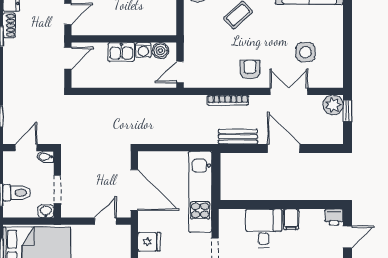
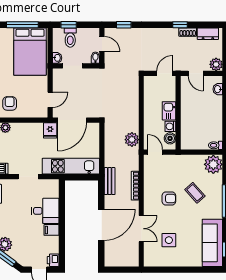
door: (68, 58) -> (165, 73), swing flipped
armchair: (250, 69) -> (169, 198), moved
plant: (333, 105) -> (132, 140), moved
window: (347, 111) -> (128, 270), removed
bench: (238, 137) -> (110, 181), moved
door: (284, 148) -> (101, 225), width x1.36
door: (105, 221) -> (50, 100), hinge flipped
fridge: (149, 242) -> (50, 130), moved

